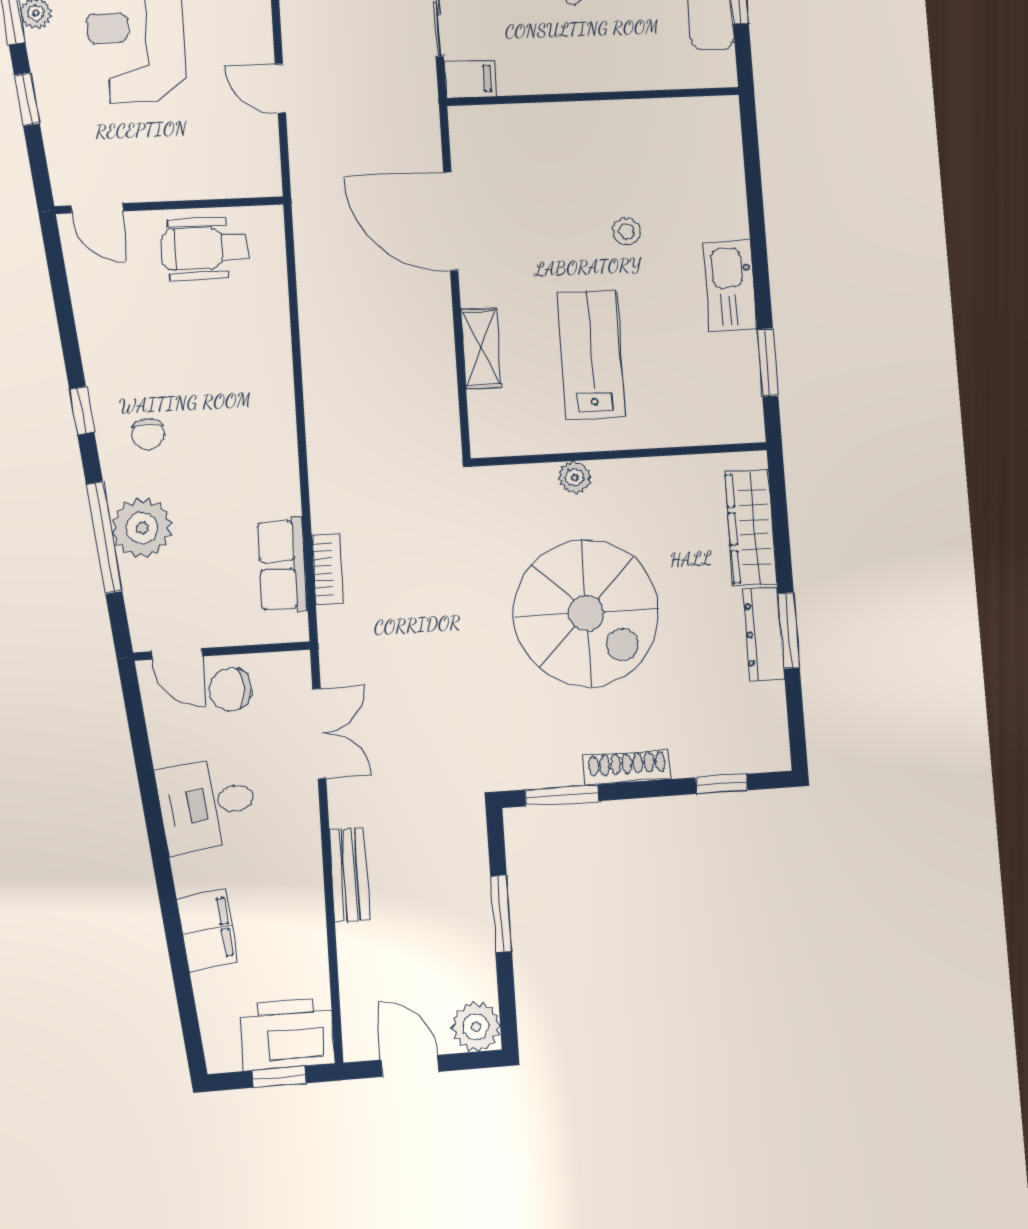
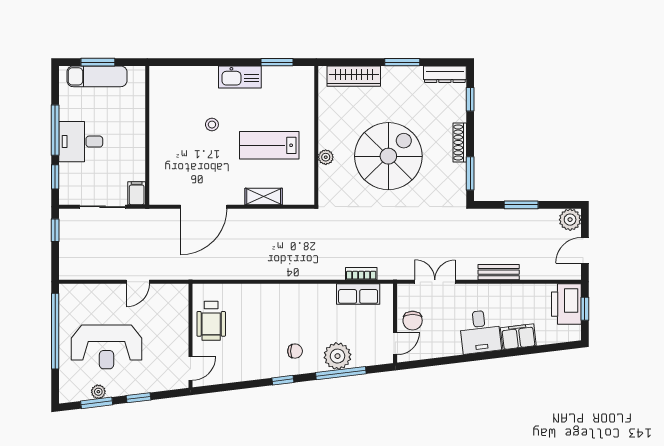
dresser: (763, 634) -> (445, 74), moved
desk: (207, 804) -> (480, 332), moved

